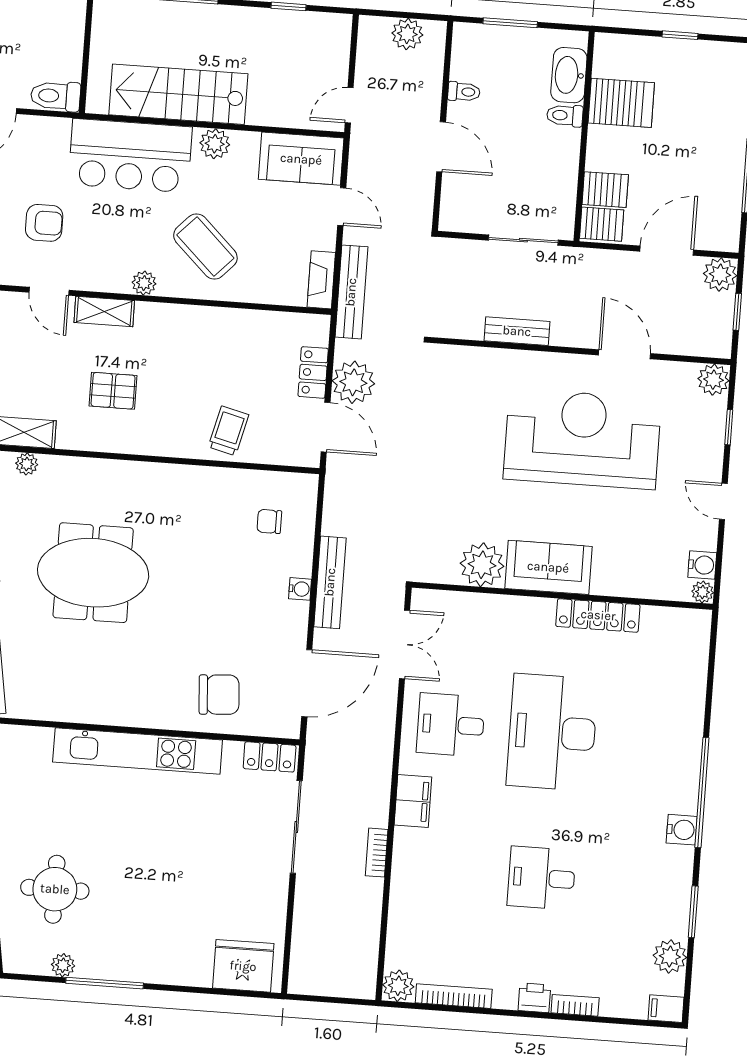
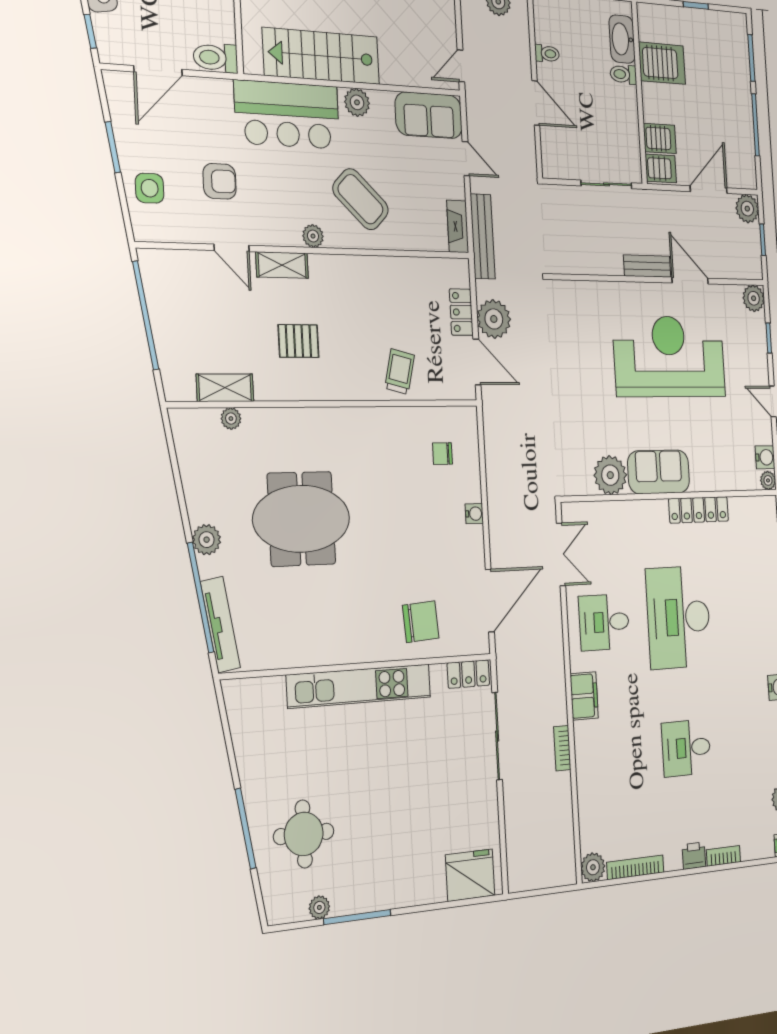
bench: (517, 331) -> (647, 266), moved
bench: (330, 582) -> (497, 505), removed

